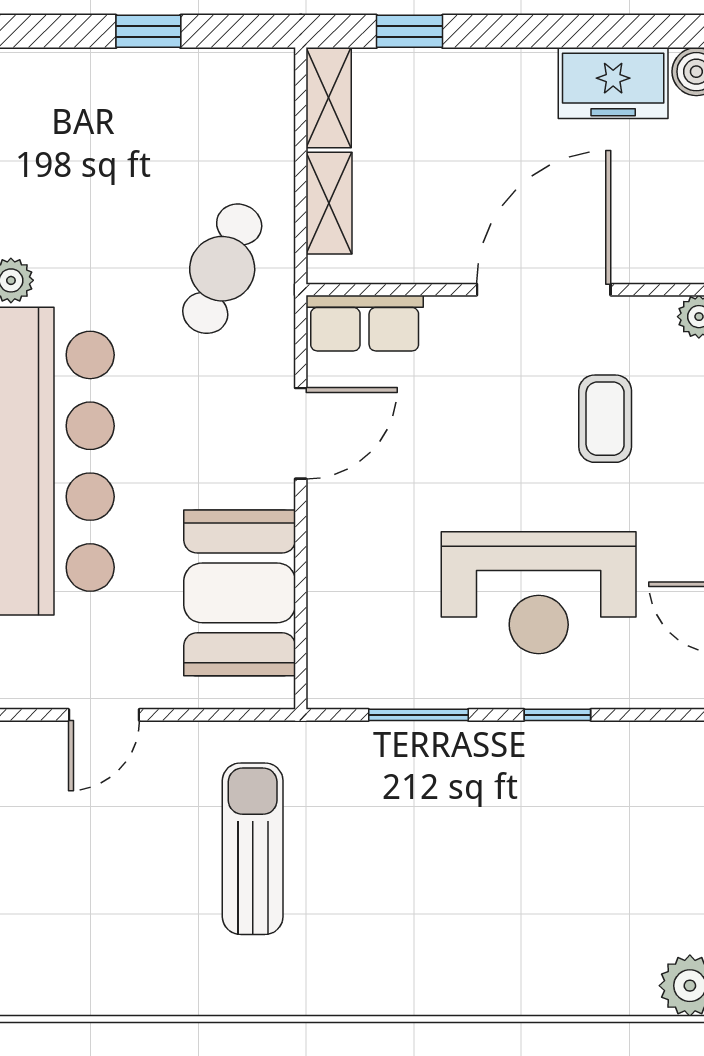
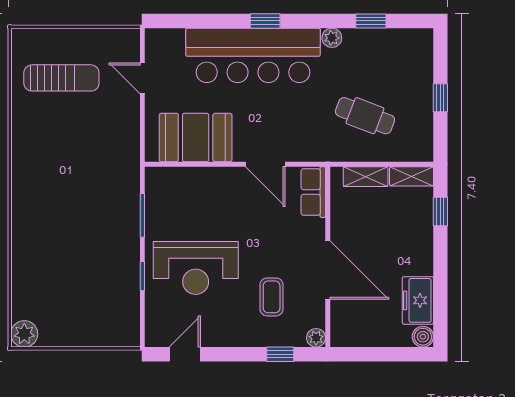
cafe table: (222, 269) -> (365, 116), moved
coffee table: (605, 419) -> (272, 297), turned 90
reception desk: (539, 593) -> (196, 268), turned -90
sun lounger: (253, 849) -> (61, 78), moved

